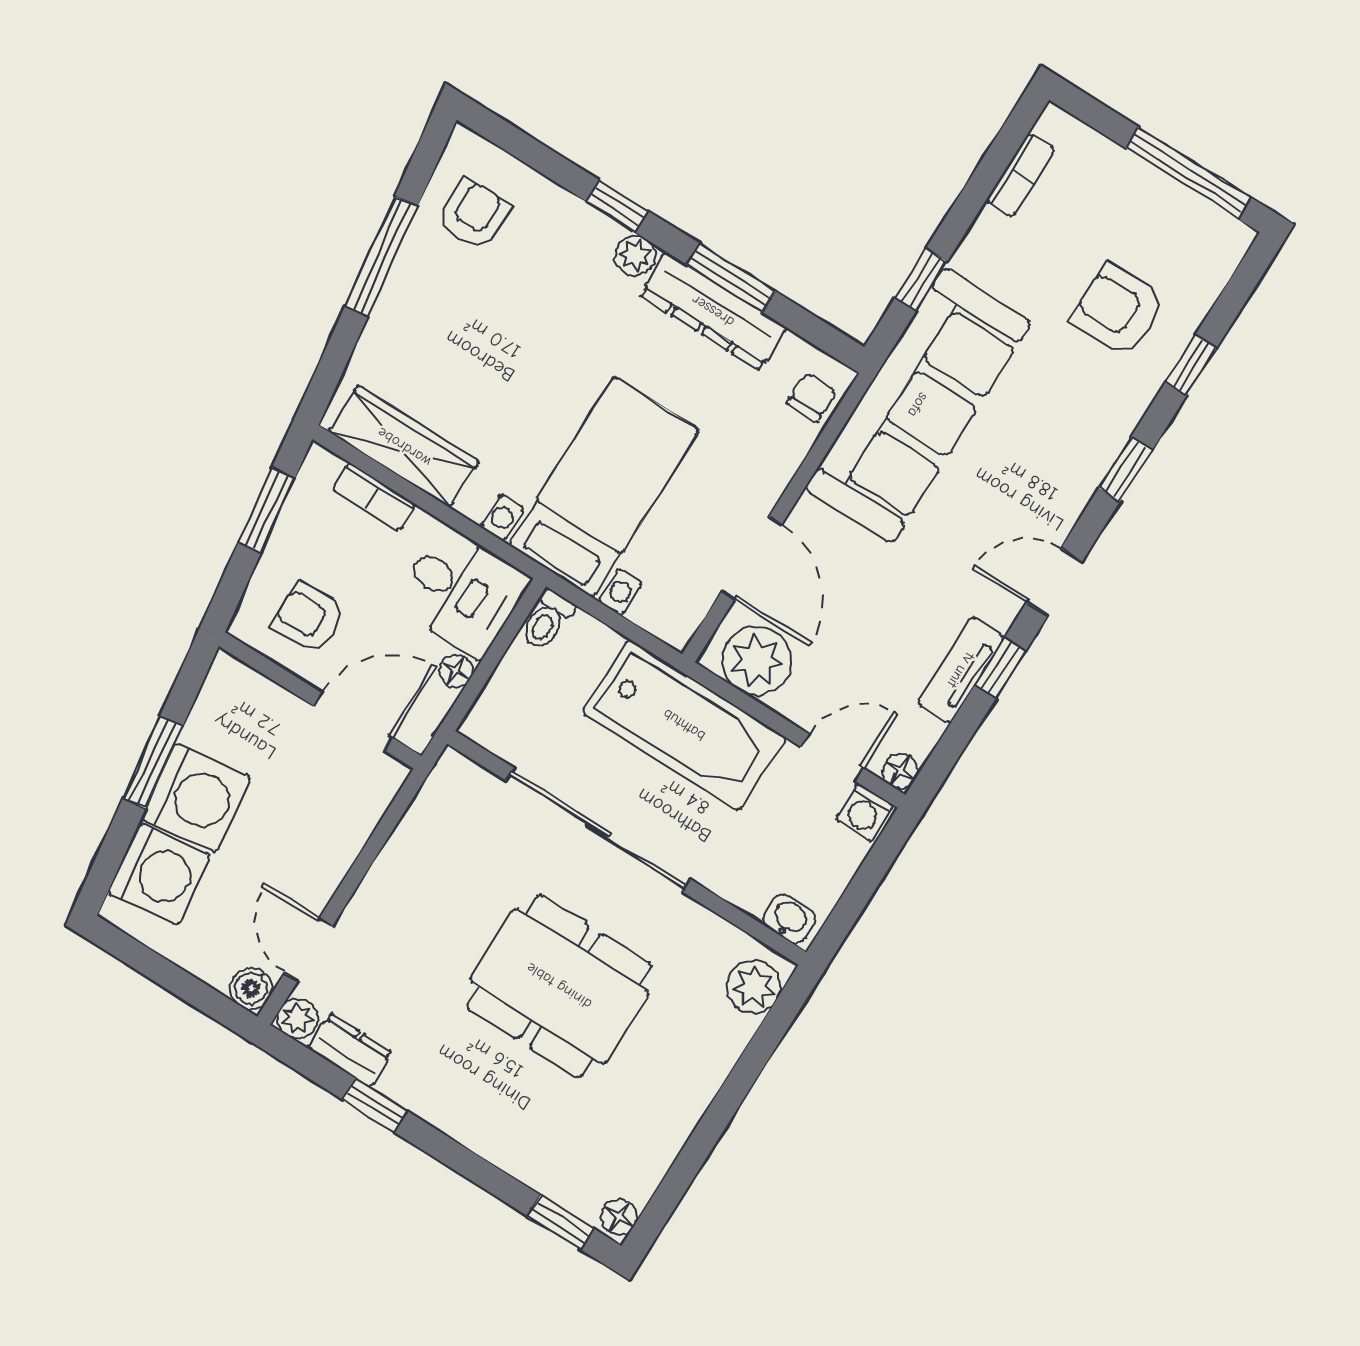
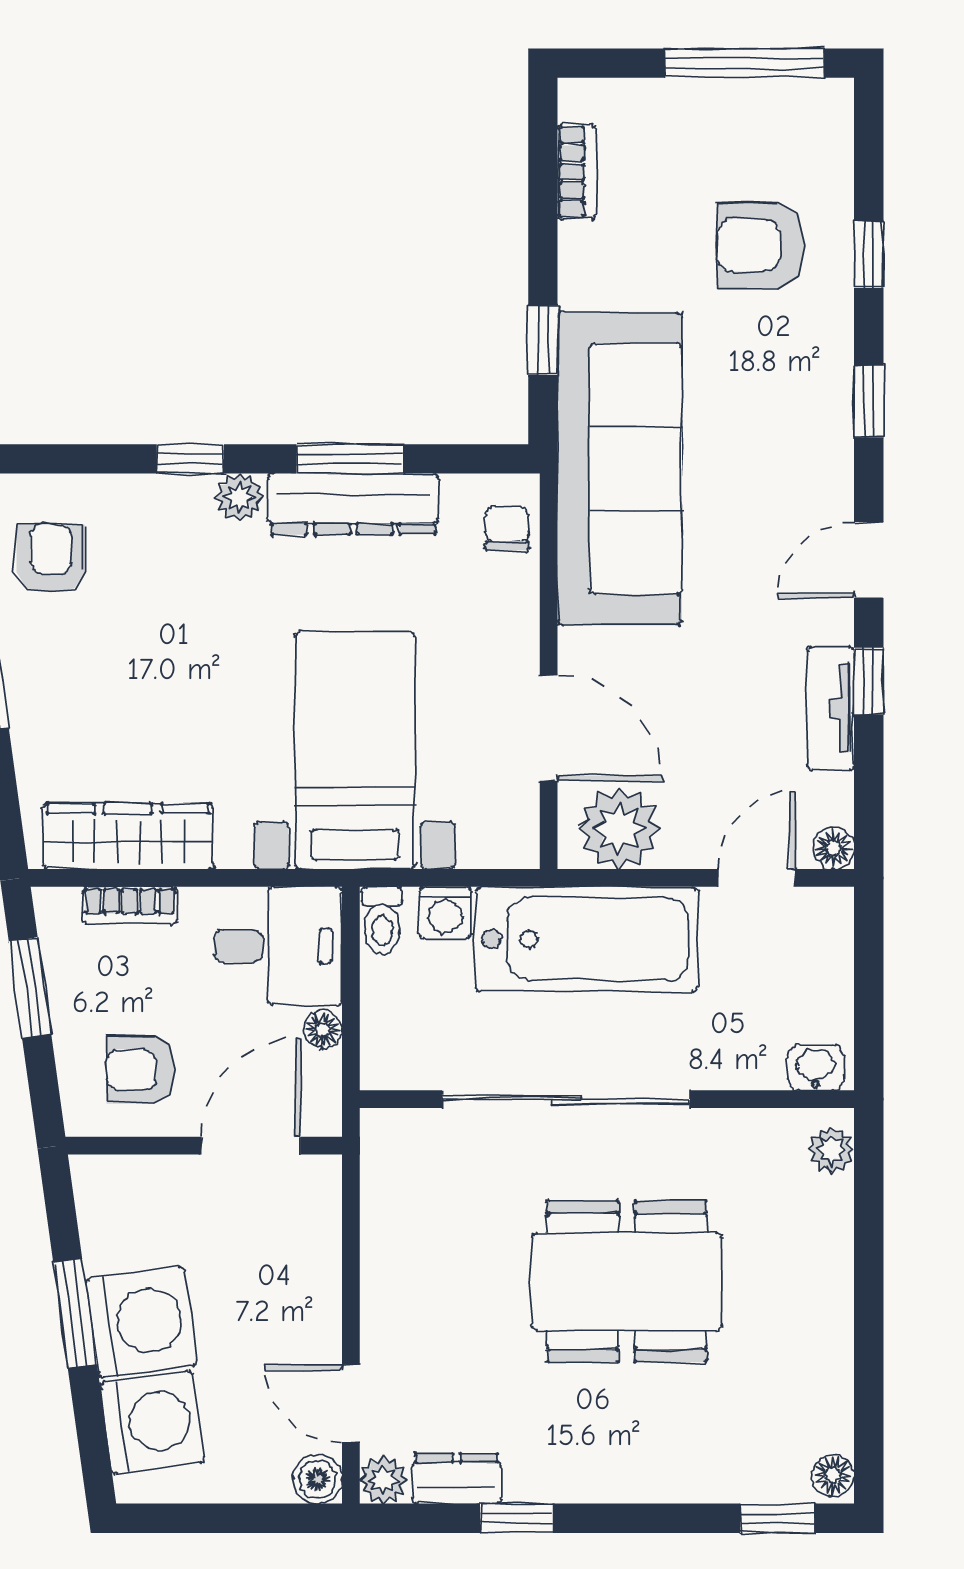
washing machine: (864, 812) -> (445, 913), moved
plant: (754, 987) -> (831, 1150), width x0.73, depth x0.73

